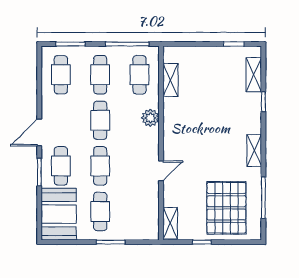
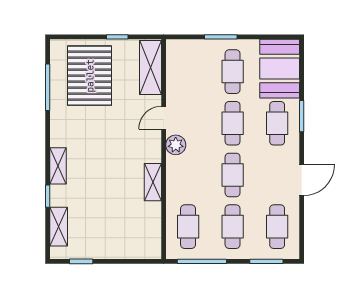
shelving: (170, 80) -> (153, 182), moved
plant: (150, 118) -> (176, 145), moved
door: (39, 132) -> (302, 180), moved
shelving: (254, 150) -> (58, 166), moved
shelving: (170, 223) -> (151, 67), width x1.50, depth x1.33

